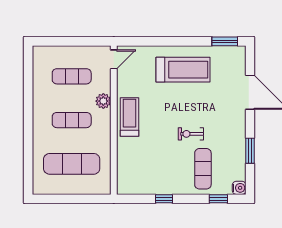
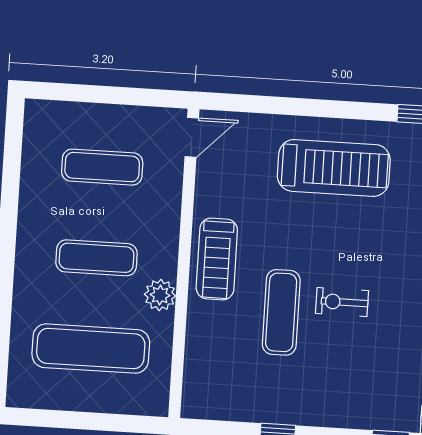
plant: (103, 101) -> (160, 295), moved
treadmill: (129, 117) -> (217, 259), turned 180
exercise mat: (203, 169) -> (281, 312), moved

